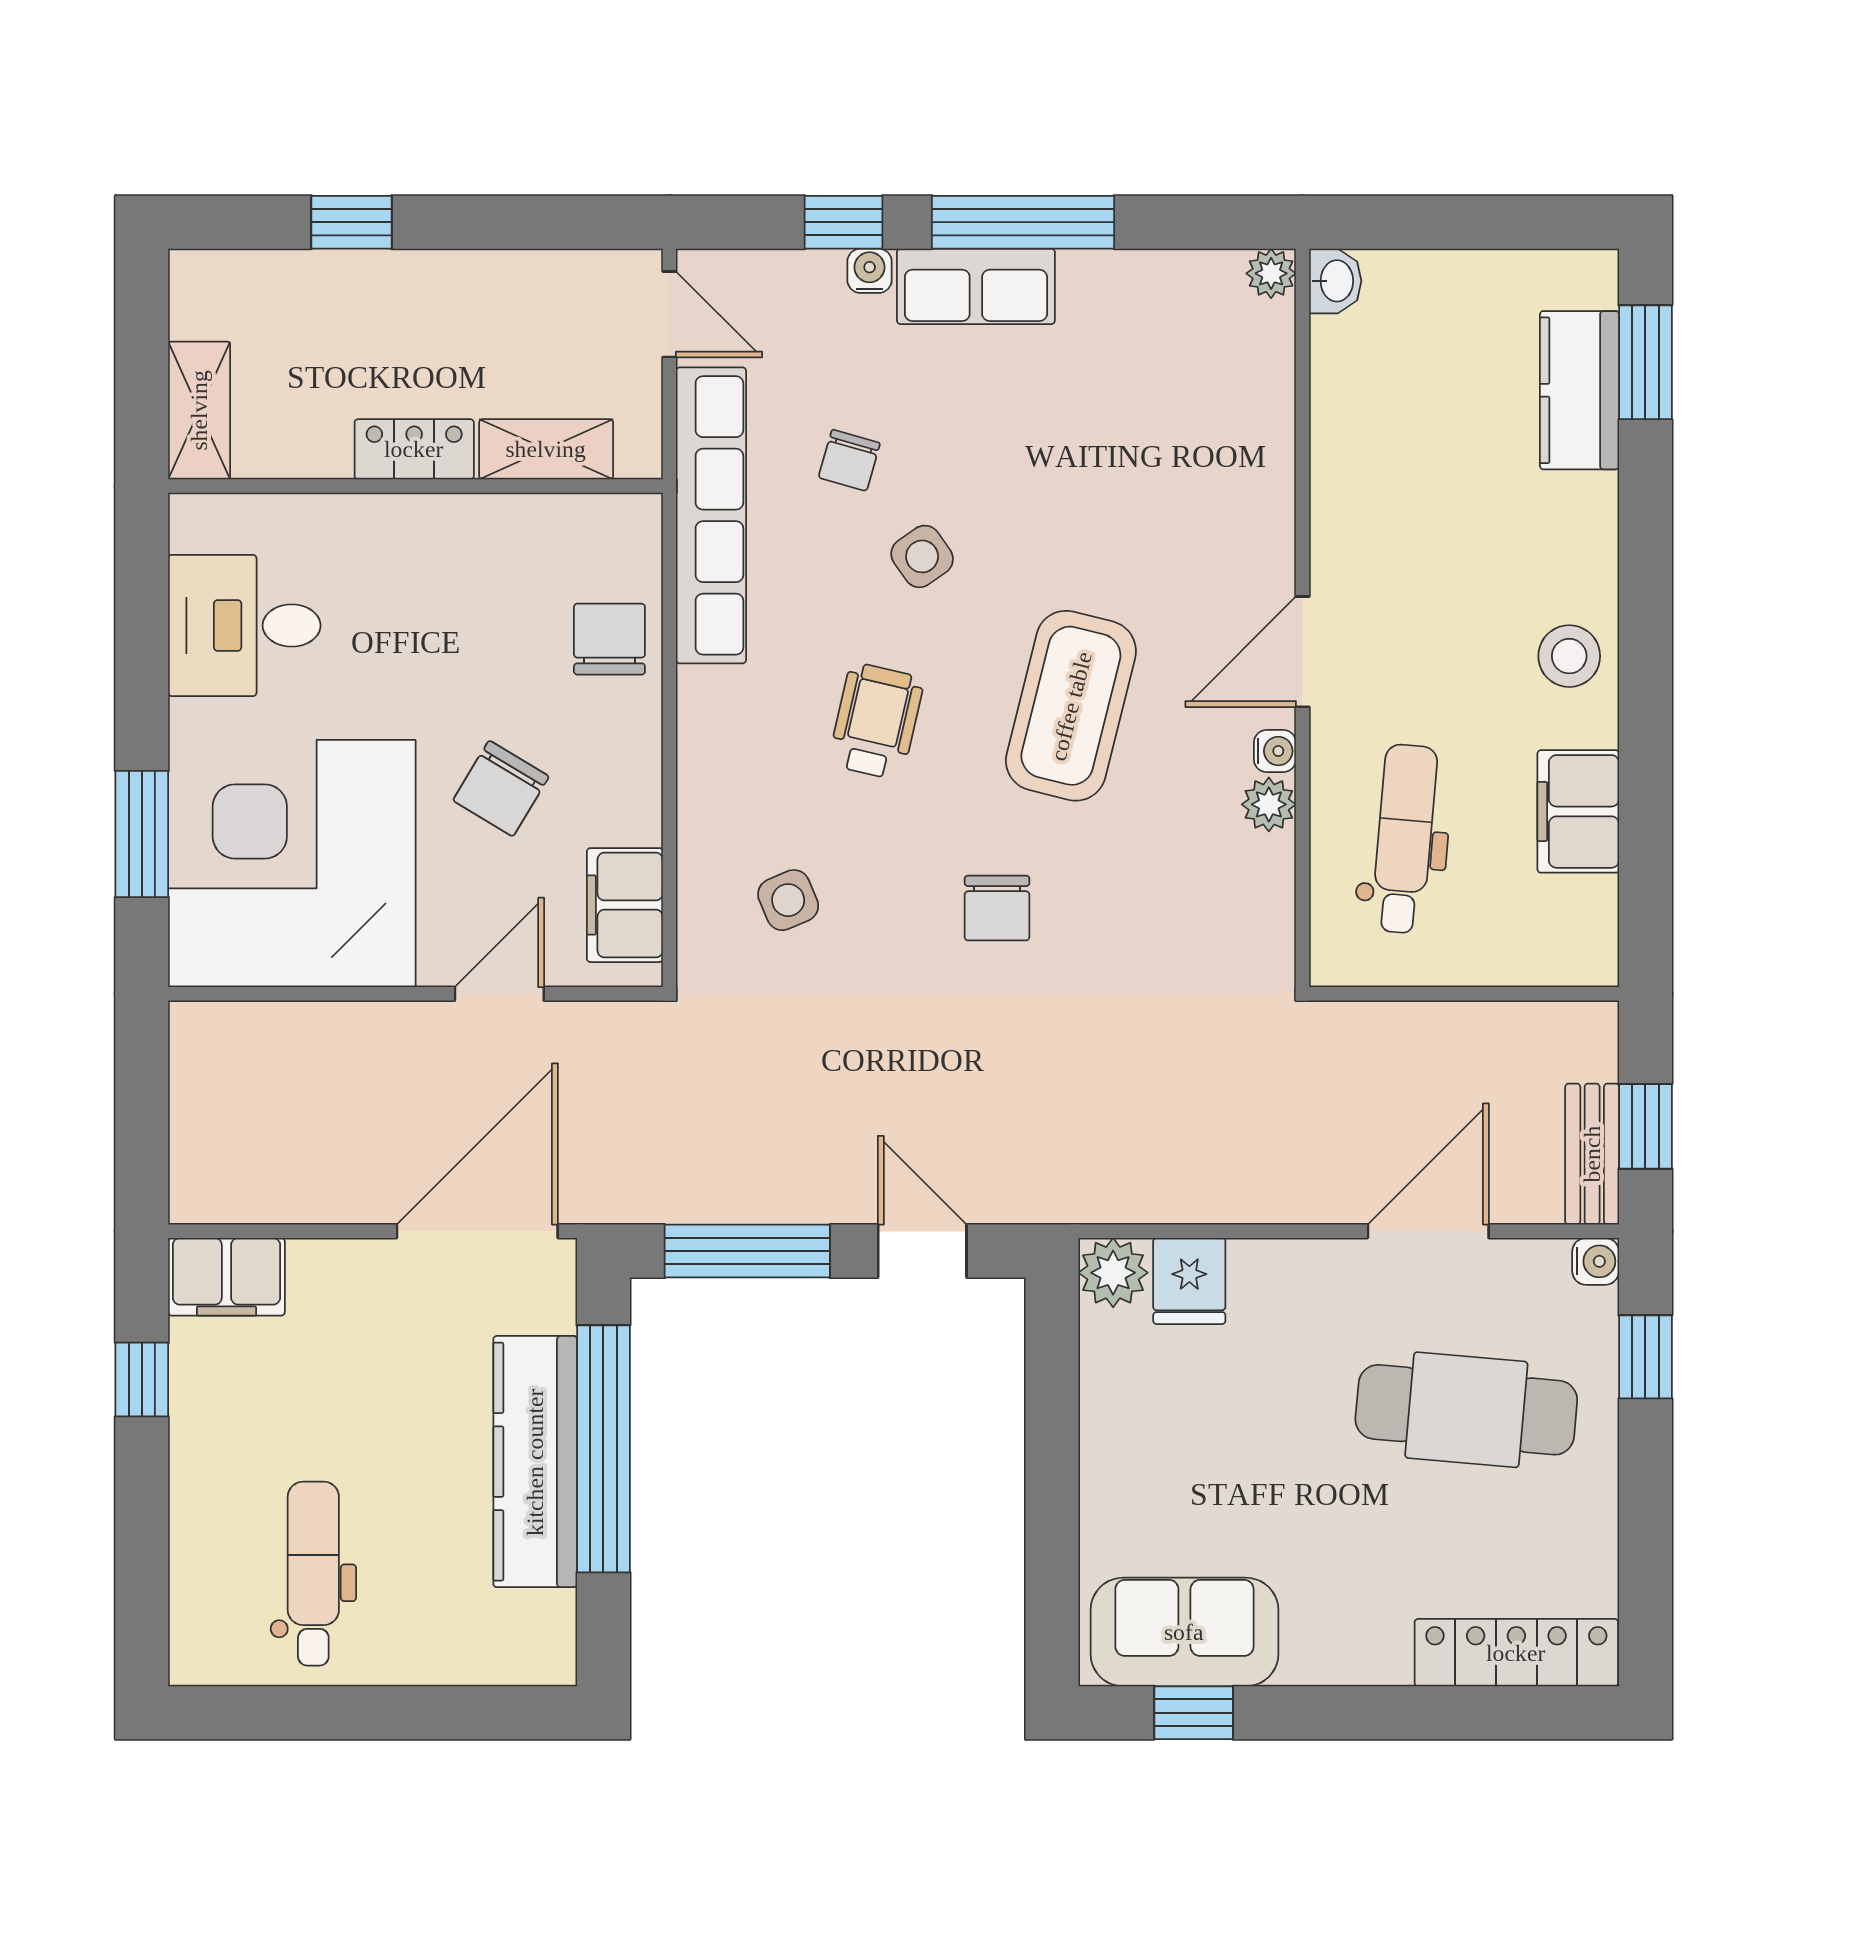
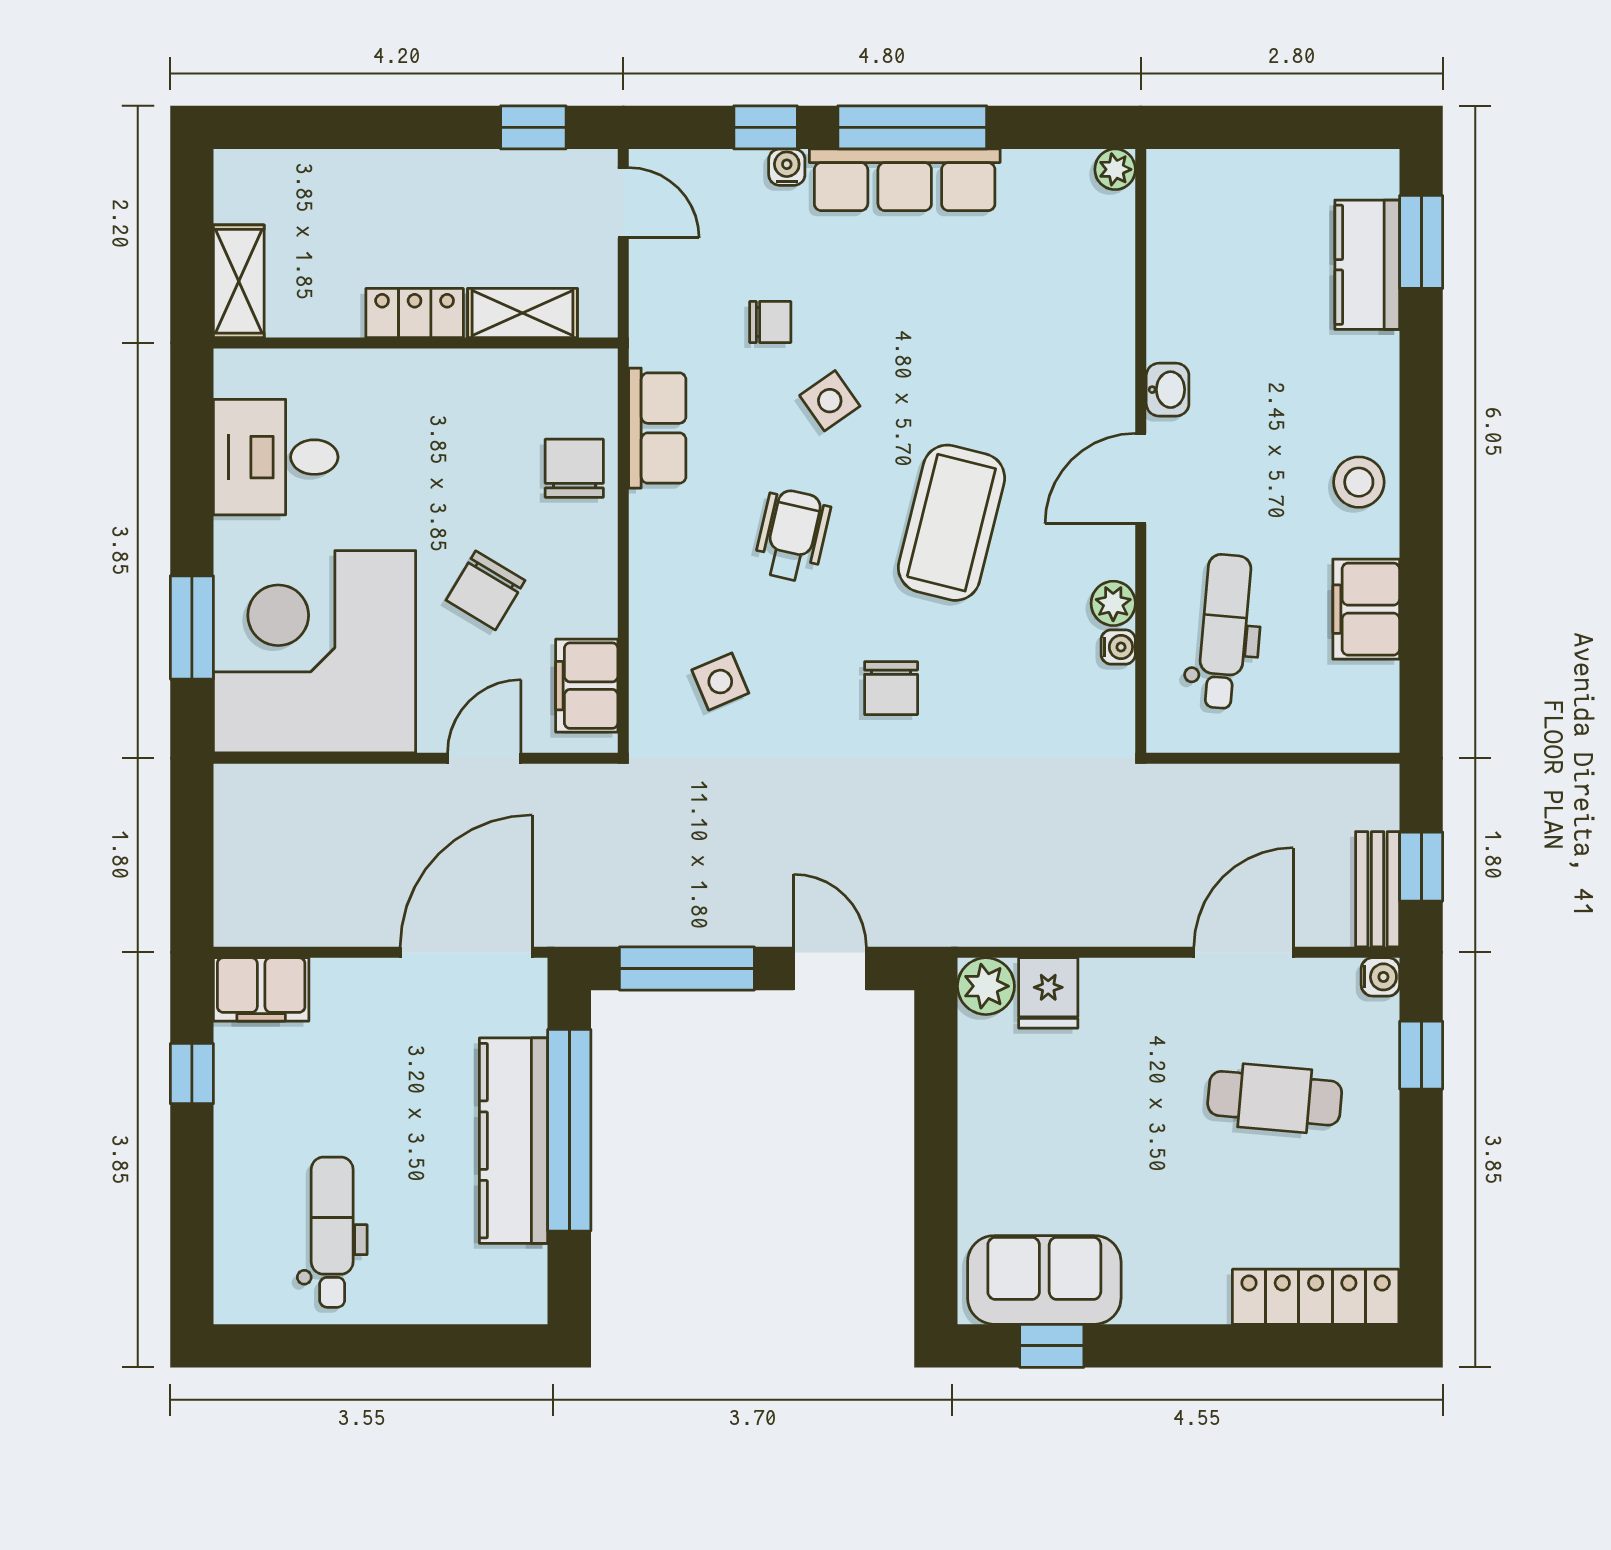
window: (352, 222) -> (533, 127), moved
washbasin: (1335, 281) -> (1168, 390), moved
row of seats: (976, 286) -> (905, 180), width x1.48
chair: (849, 460) -> (770, 322), turned -106
row of seats: (711, 515) -> (657, 428), width x0.50
water cooler: (1275, 751) -> (1118, 647), moved
cafe table: (1466, 1410) -> (1275, 1098), width x0.73, depth x0.74

